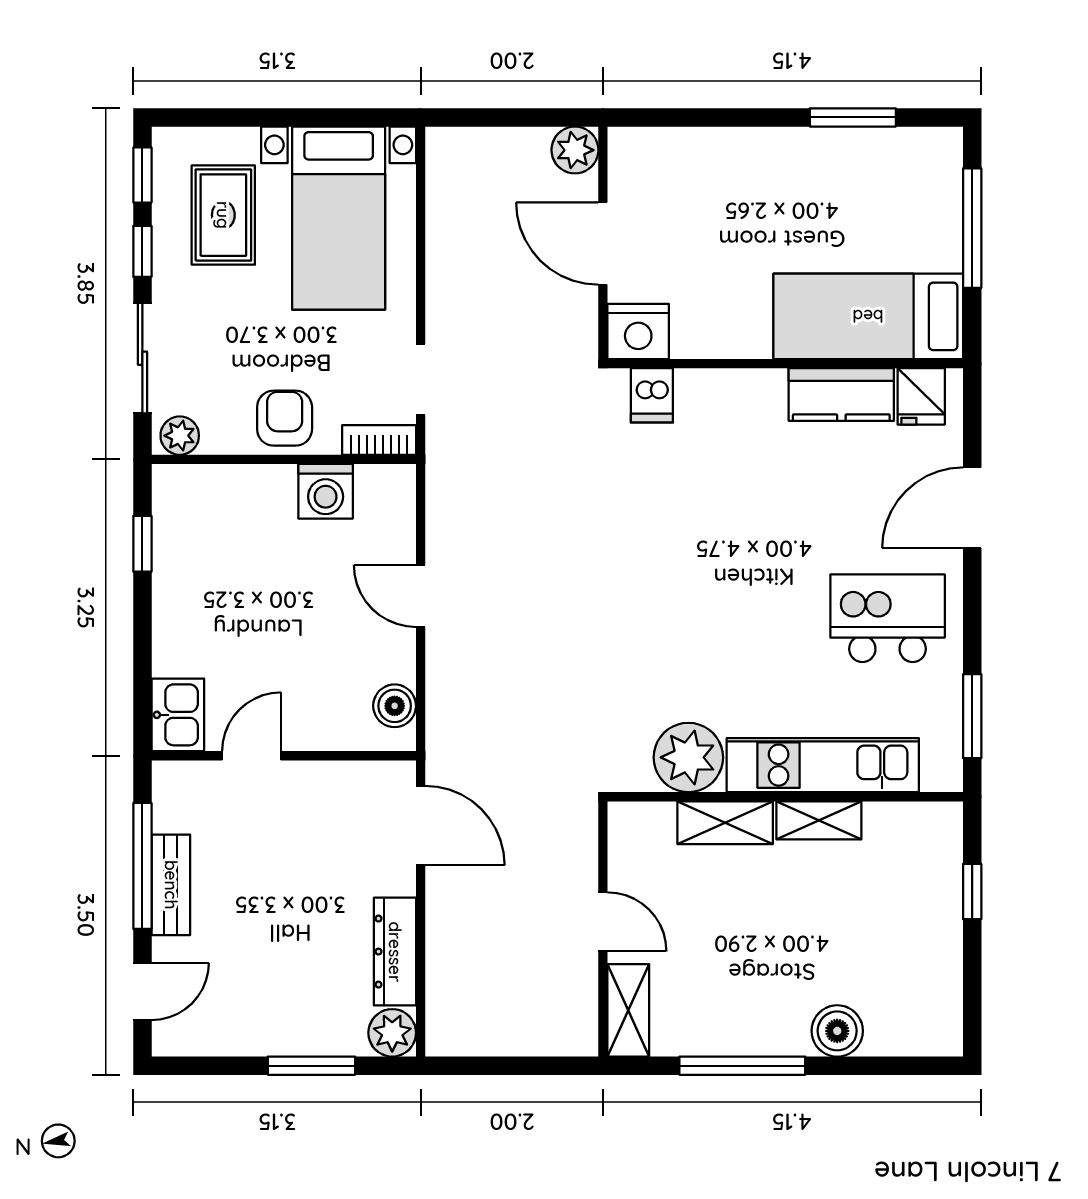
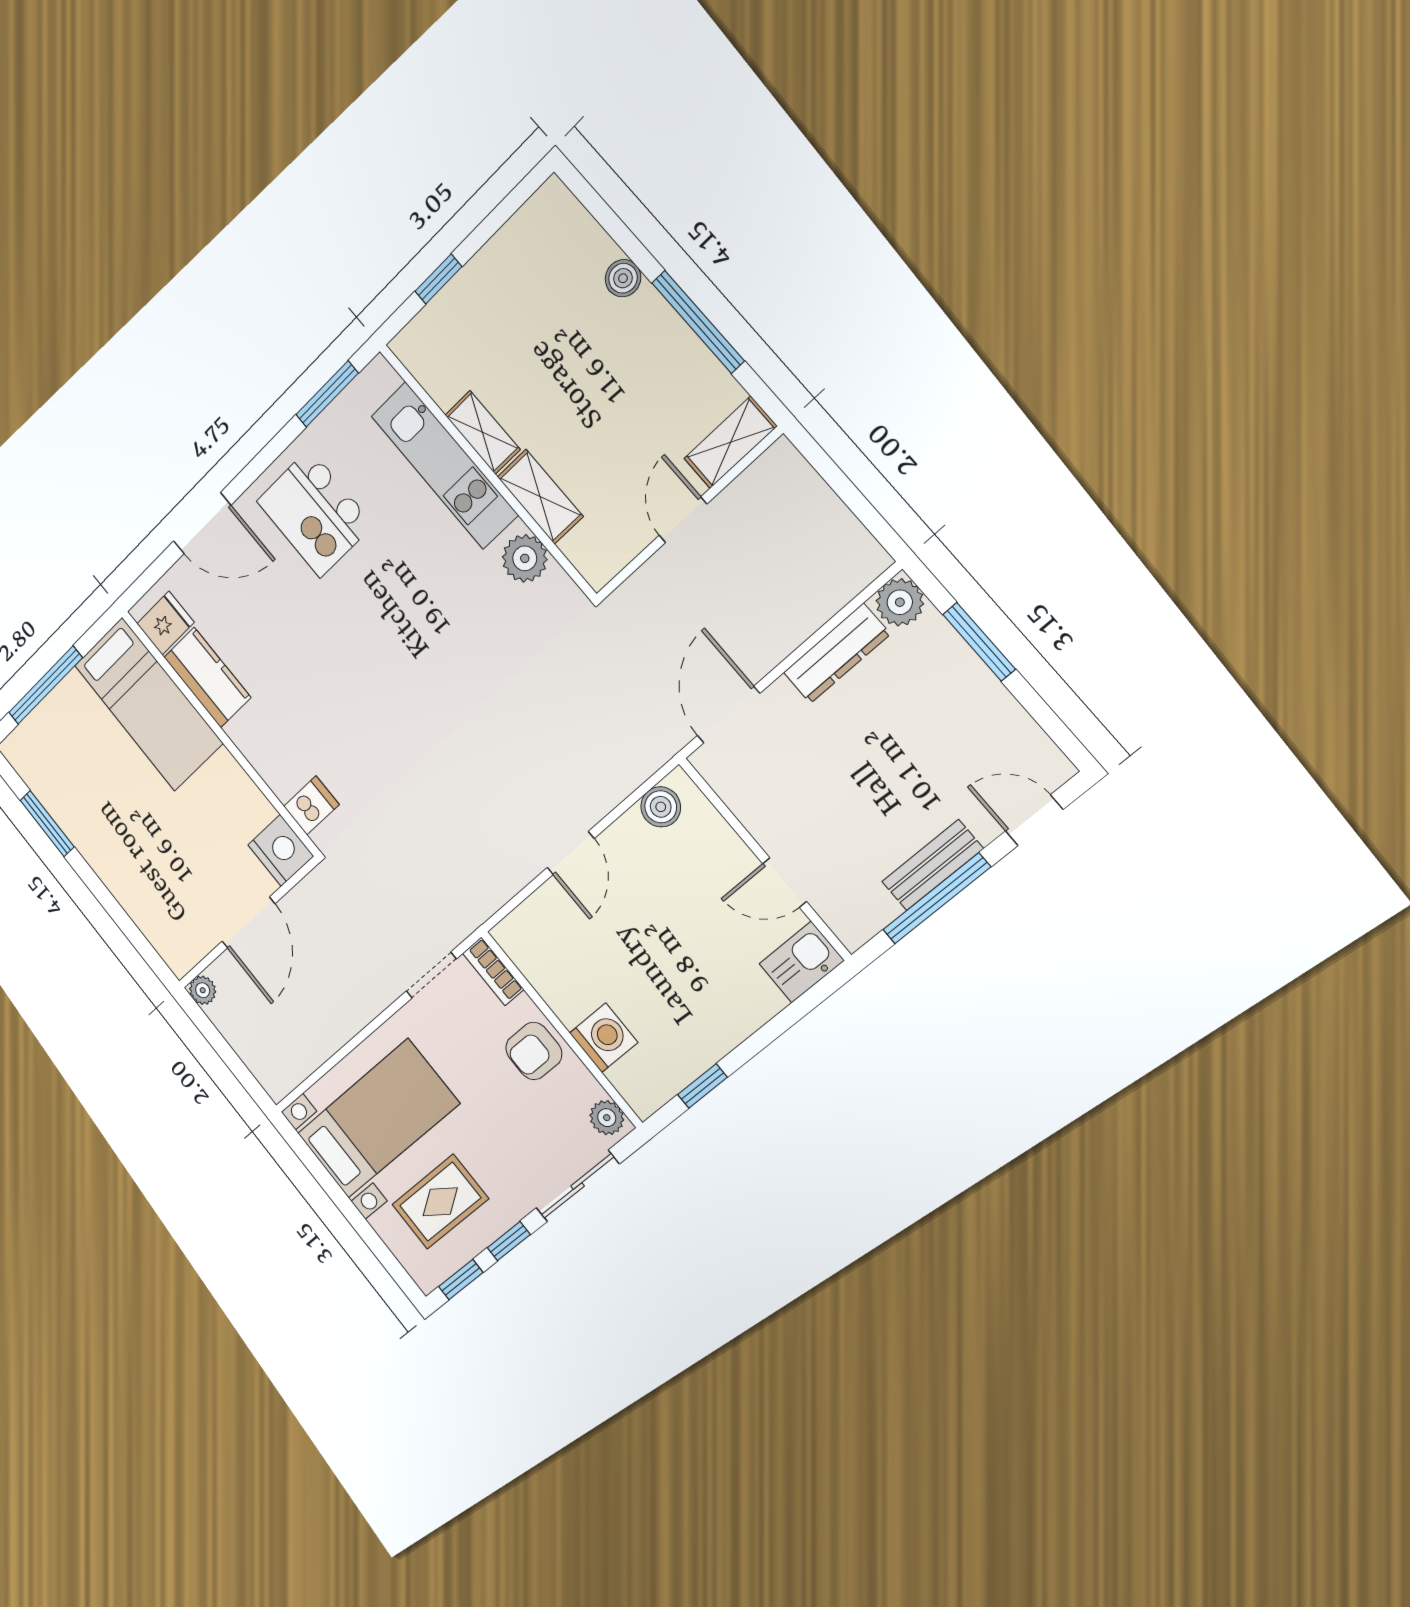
plant: (575, 150) -> (203, 990), width x0.73, depth x0.73
washing machine: (326, 491) -> (604, 1038), moved
plant: (688, 757) -> (525, 558), width x0.73, depth x0.73
boiler: (837, 1031) -> (623, 278), width x0.73, depth x0.73

